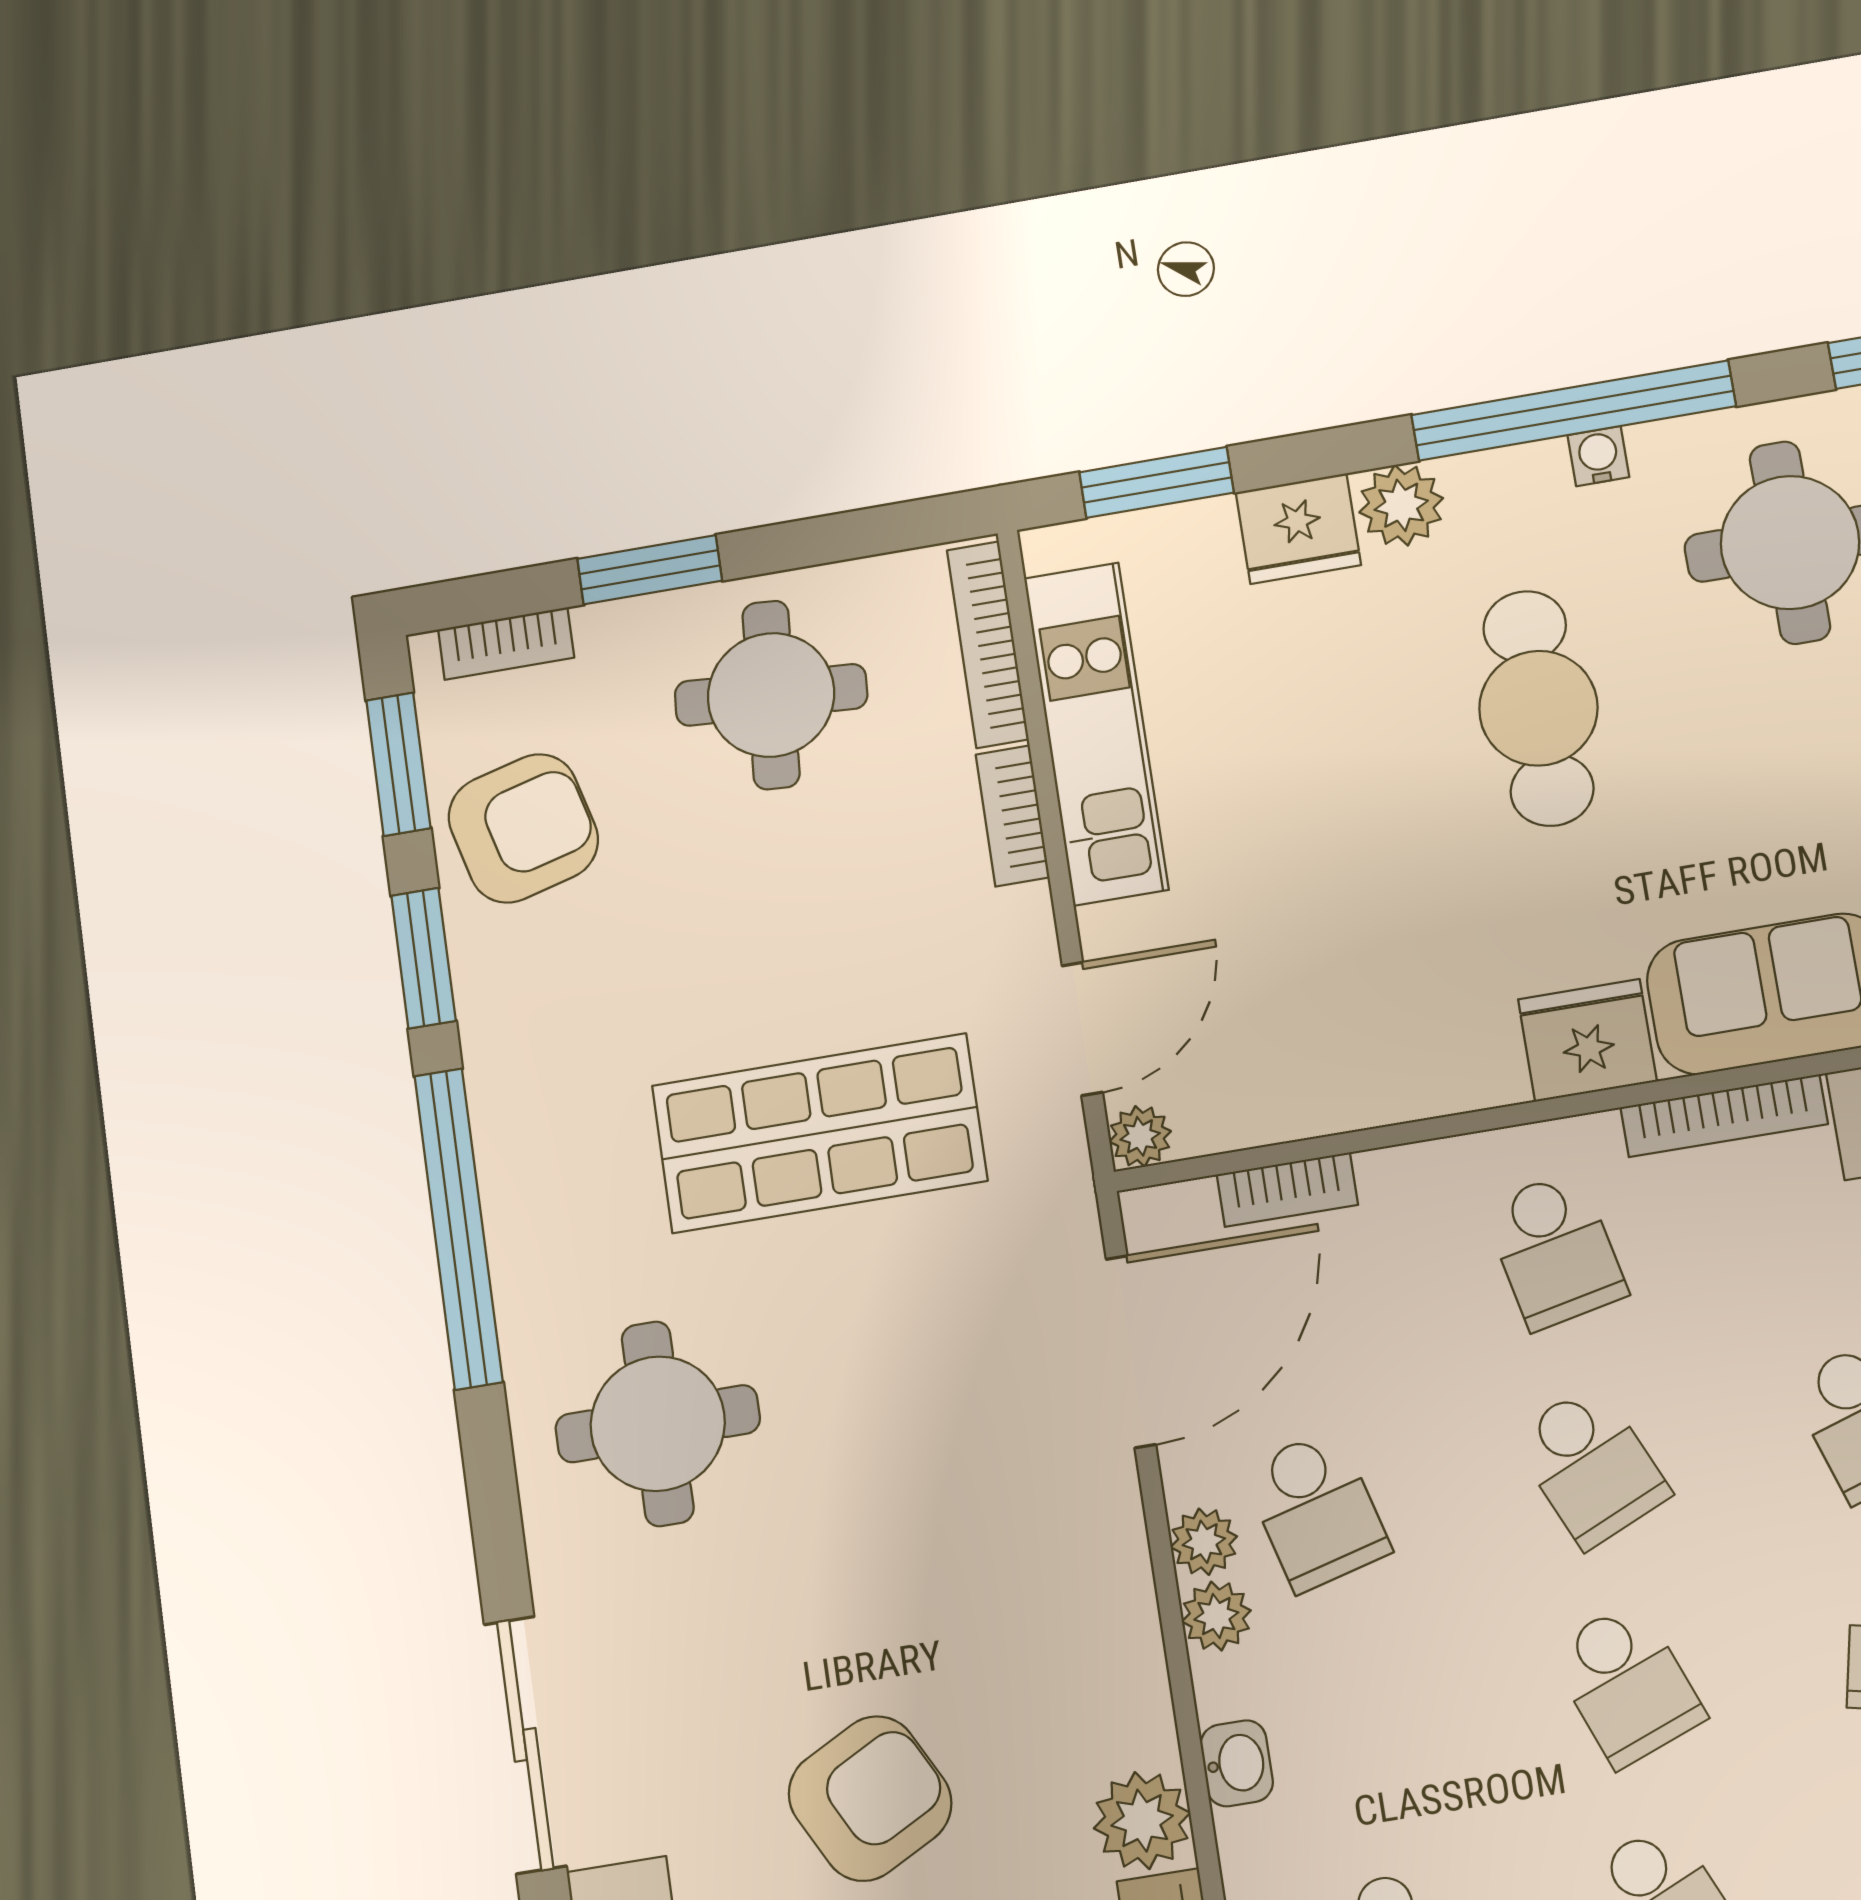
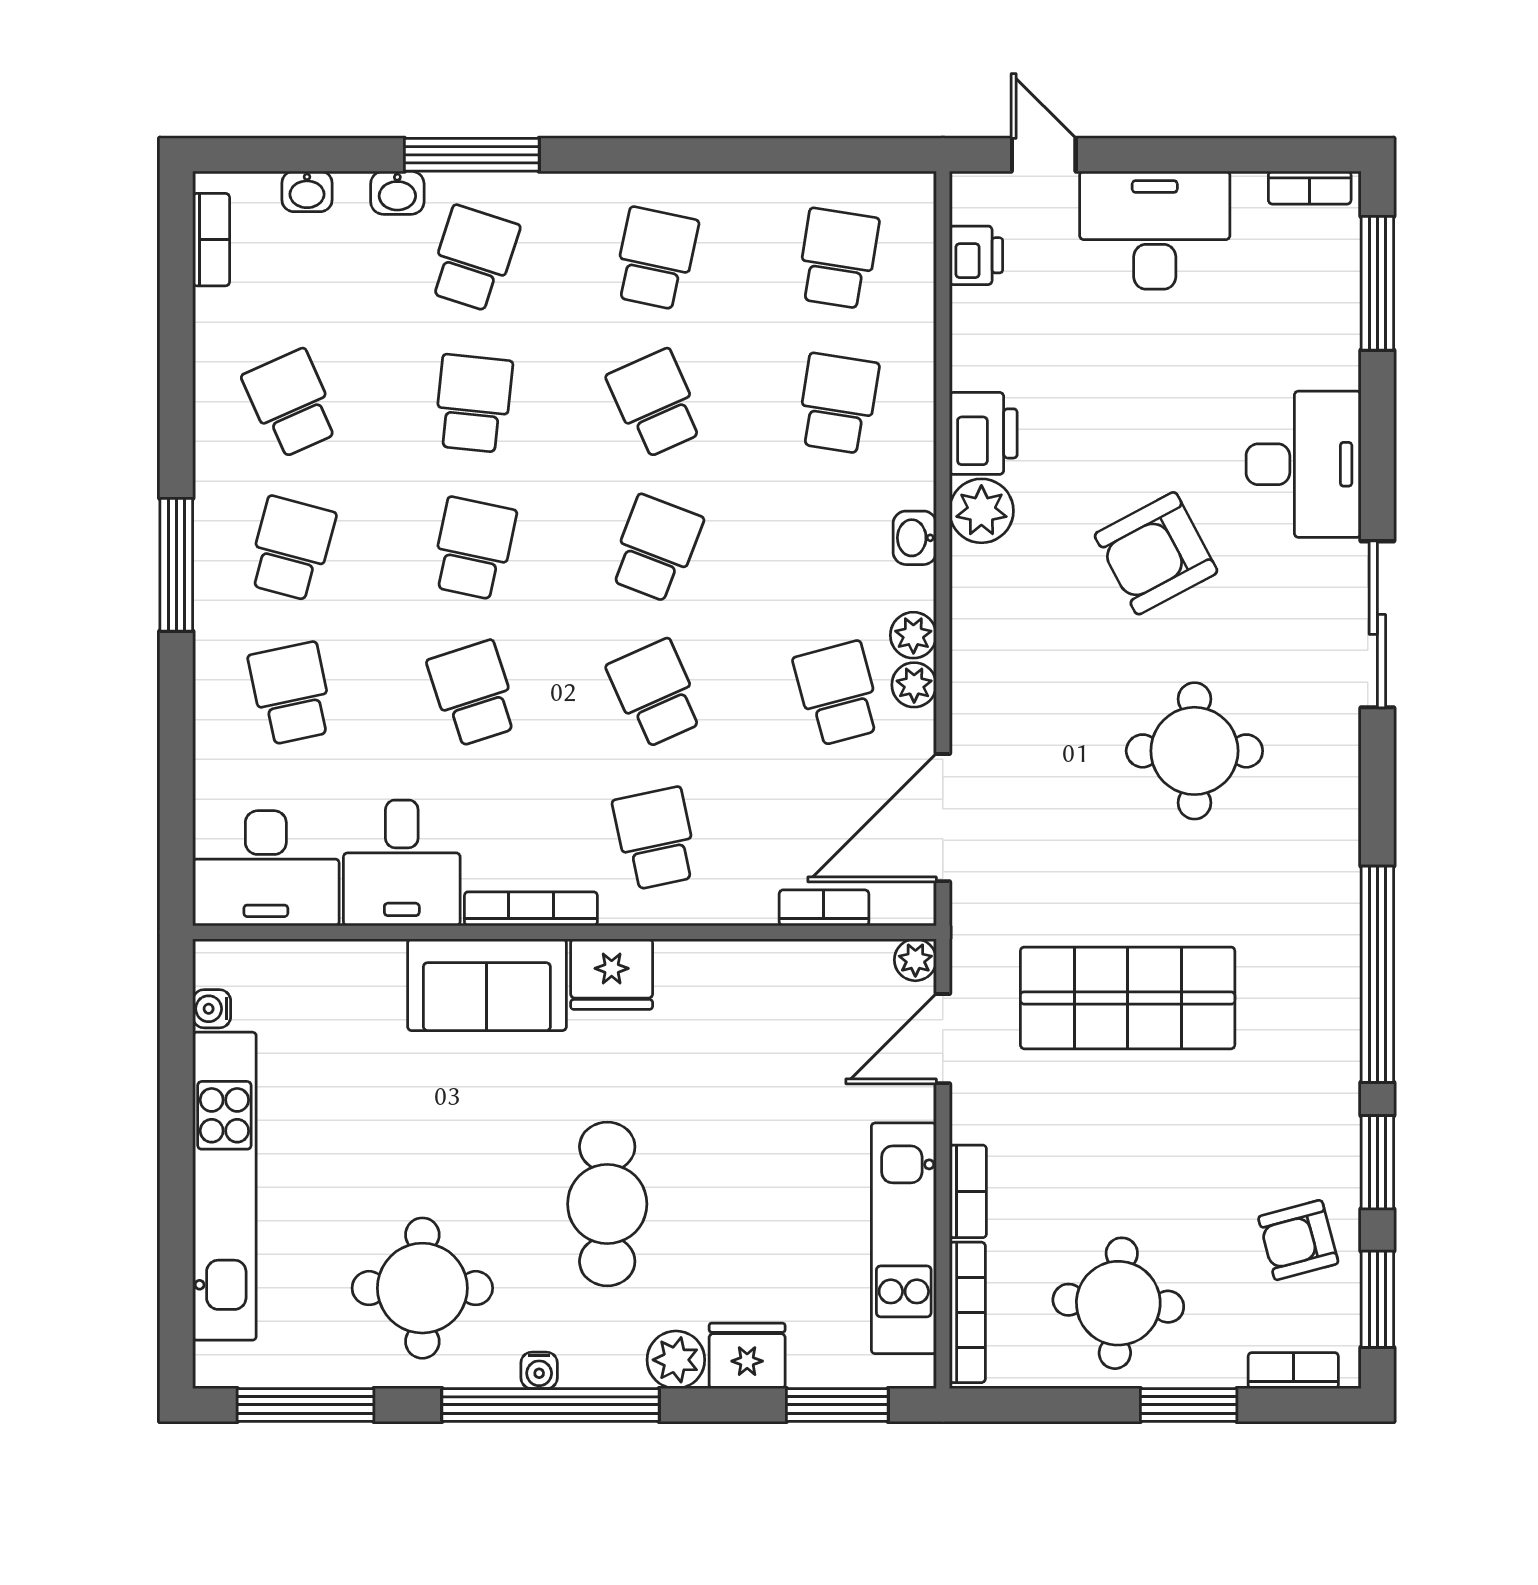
armchair: (523, 828) -> (1298, 1240), width x0.72, depth x0.72
round table: (658, 1424) -> (1194, 751), moved
school desk: (1627, 1684) -> (656, 548), turned 42

